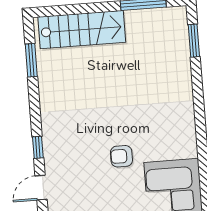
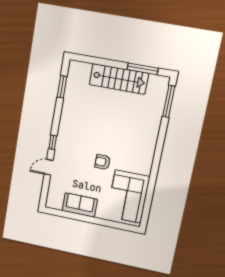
stairs: (82, 30) -> (119, 79), moved
window: (194, 41) -> (169, 101), width x1.44

